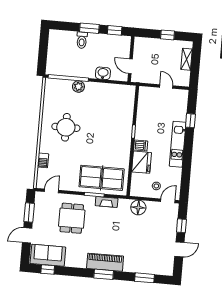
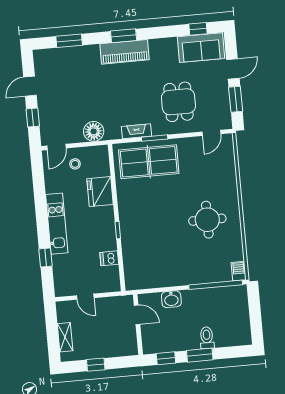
plant: (78, 87) -> (200, 276), removed
dishwasher: (141, 145) -> (109, 258), moved
barbecue: (43, 160) -> (239, 271), moved

